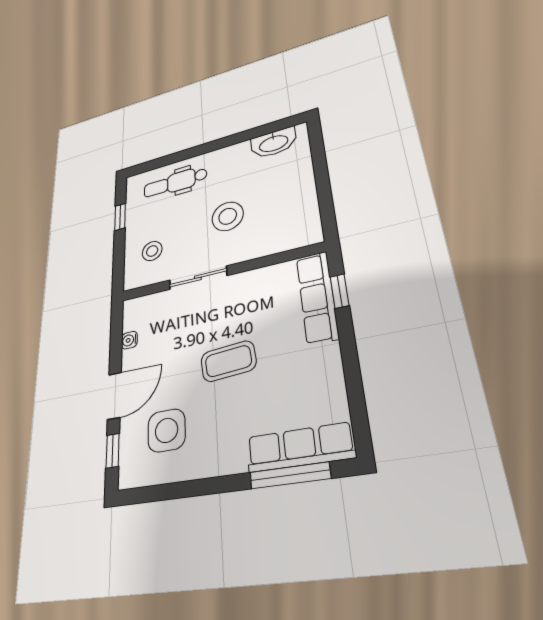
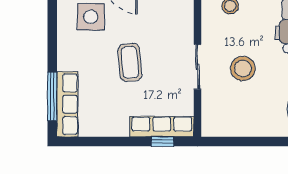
sliding door: (198, 278) -> (197, 67), moved

